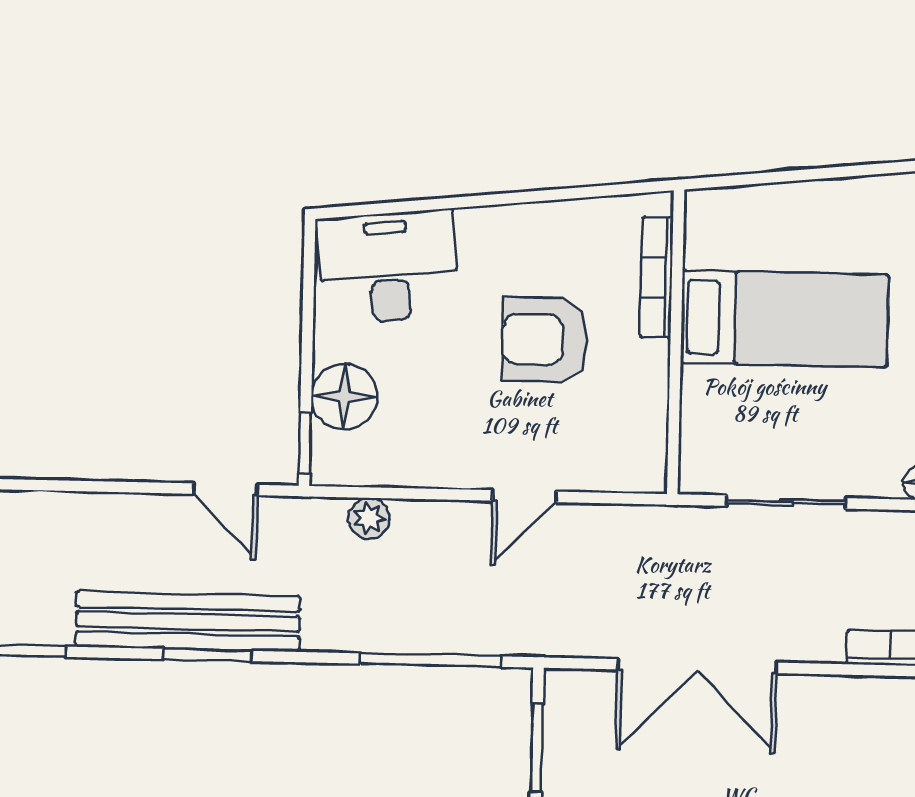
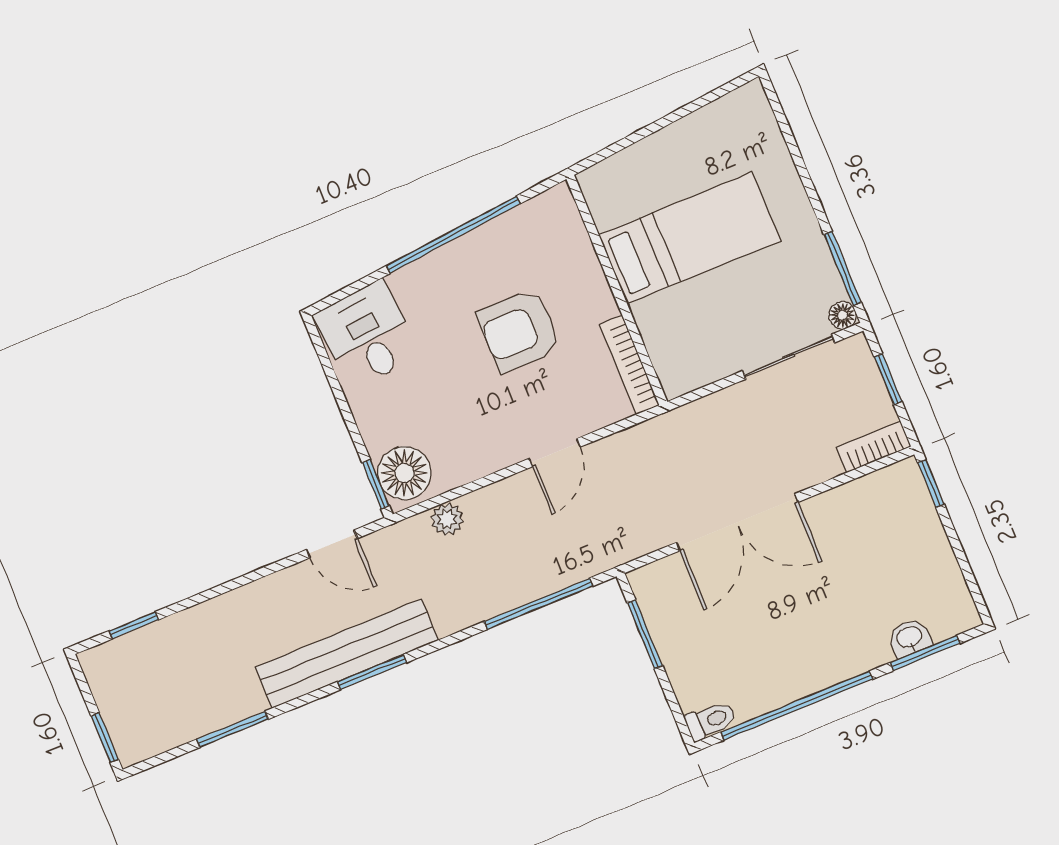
window: (517, 198) -> (453, 235), added
desk: (388, 267) -> (367, 335), width x0.73
bookcase: (656, 277) -> (629, 365), moved
floor lamp: (344, 397) -> (404, 473), moved
sliding door: (786, 502) -> (789, 357), moved

